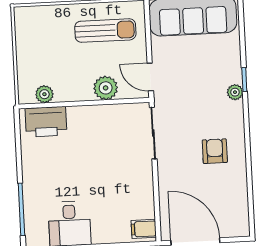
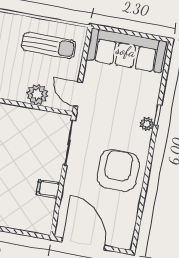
armchair: (215, 151) -> (118, 170), width x1.88, depth x1.88
filing cabinet: (144, 229) -> (48, 189), moved

